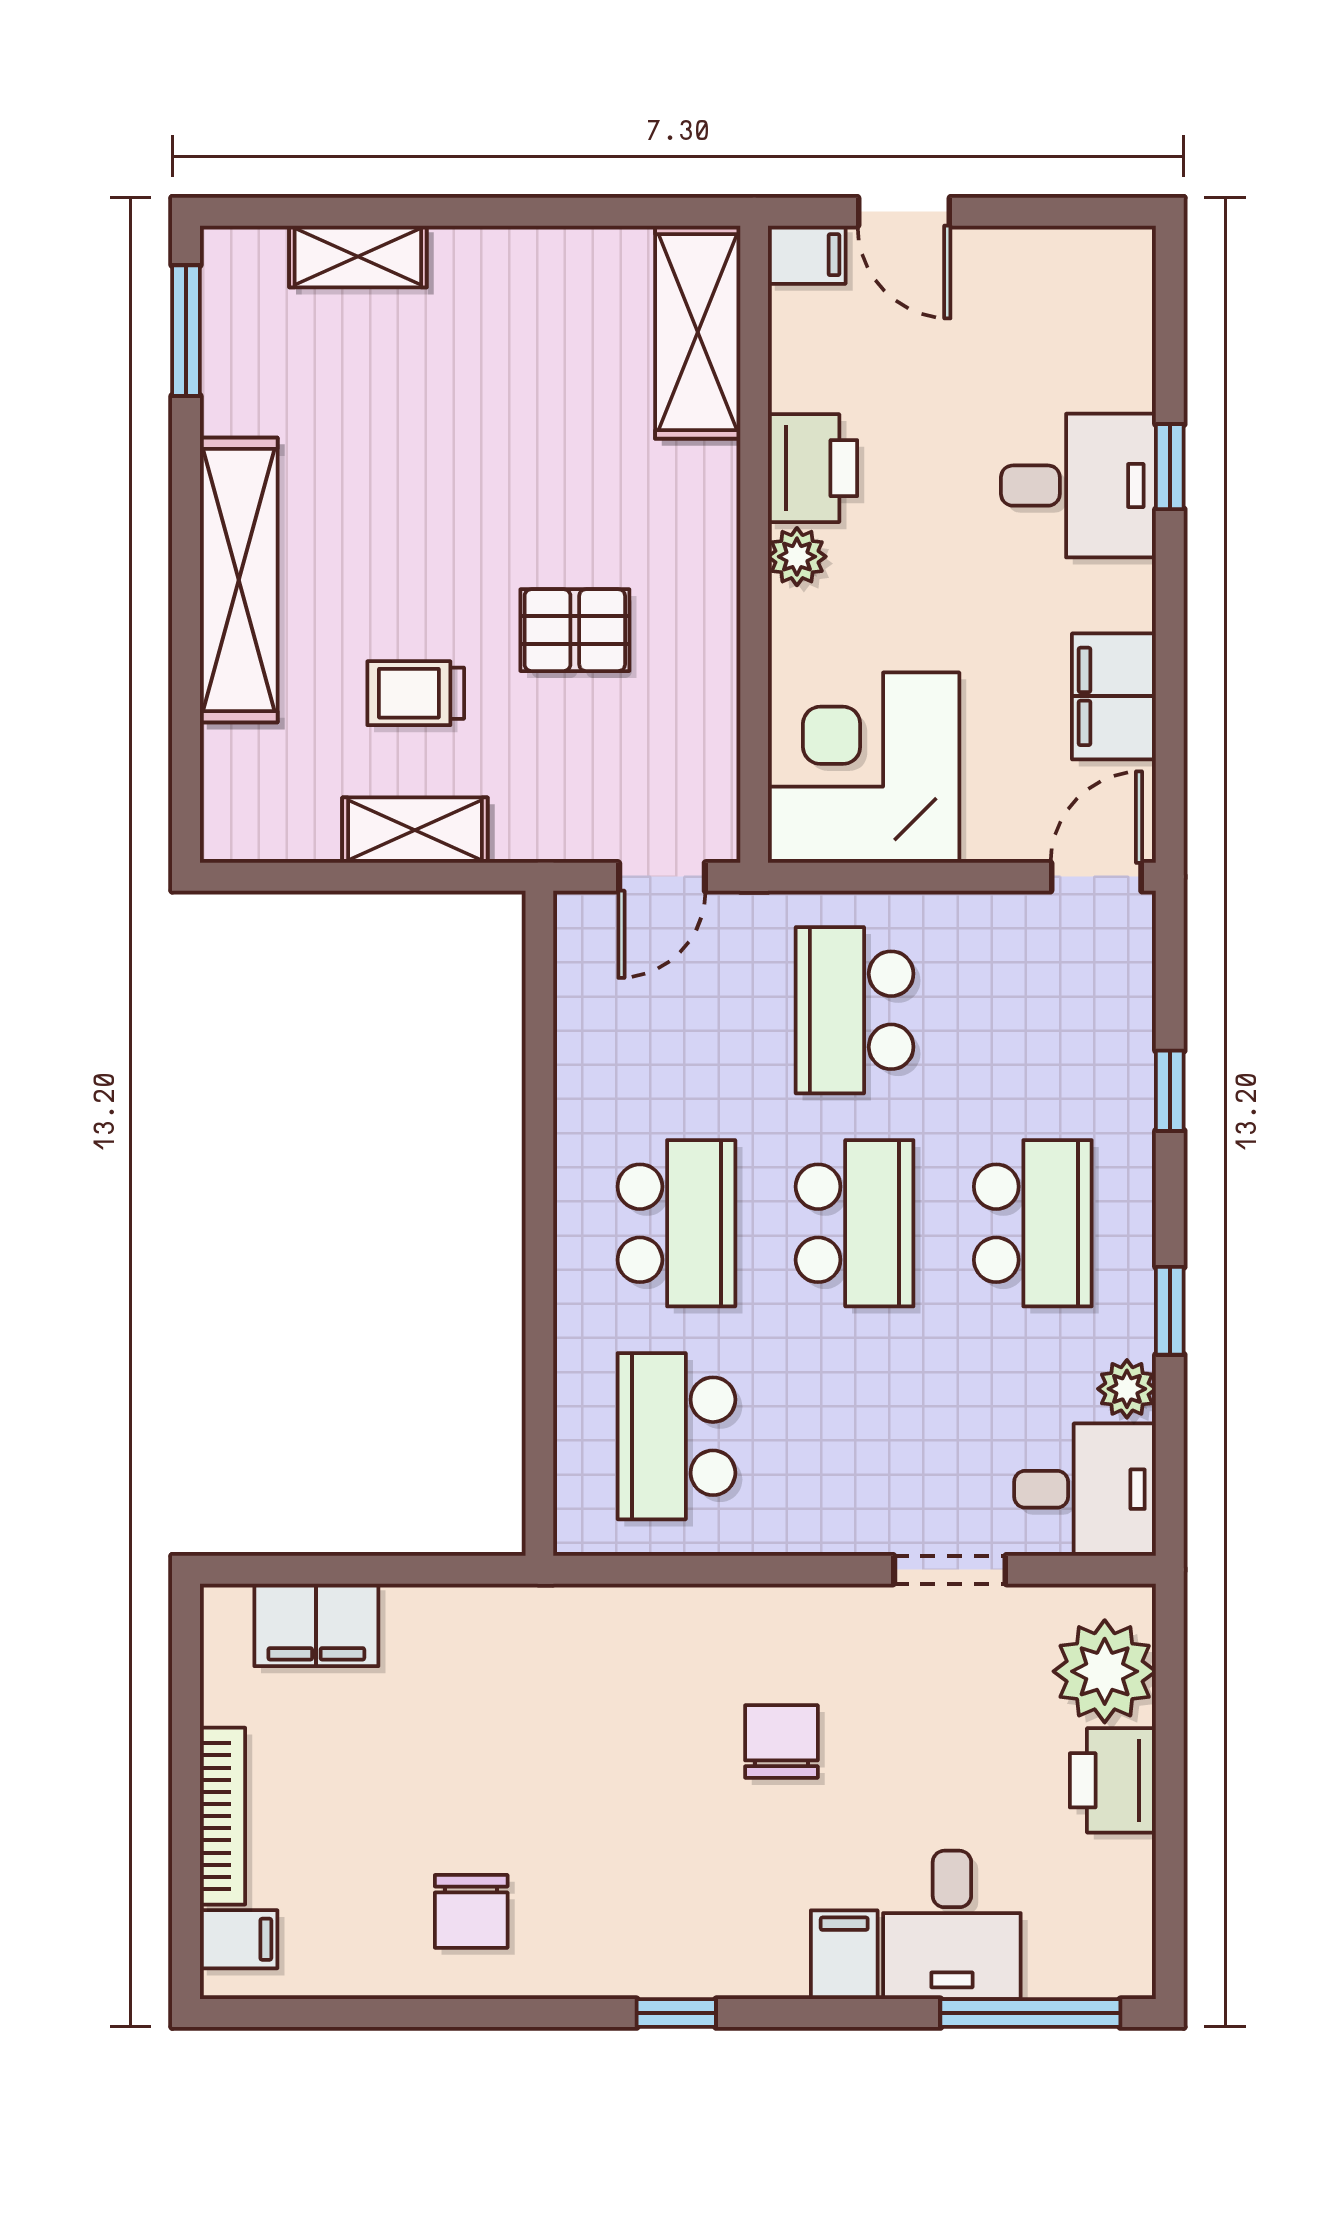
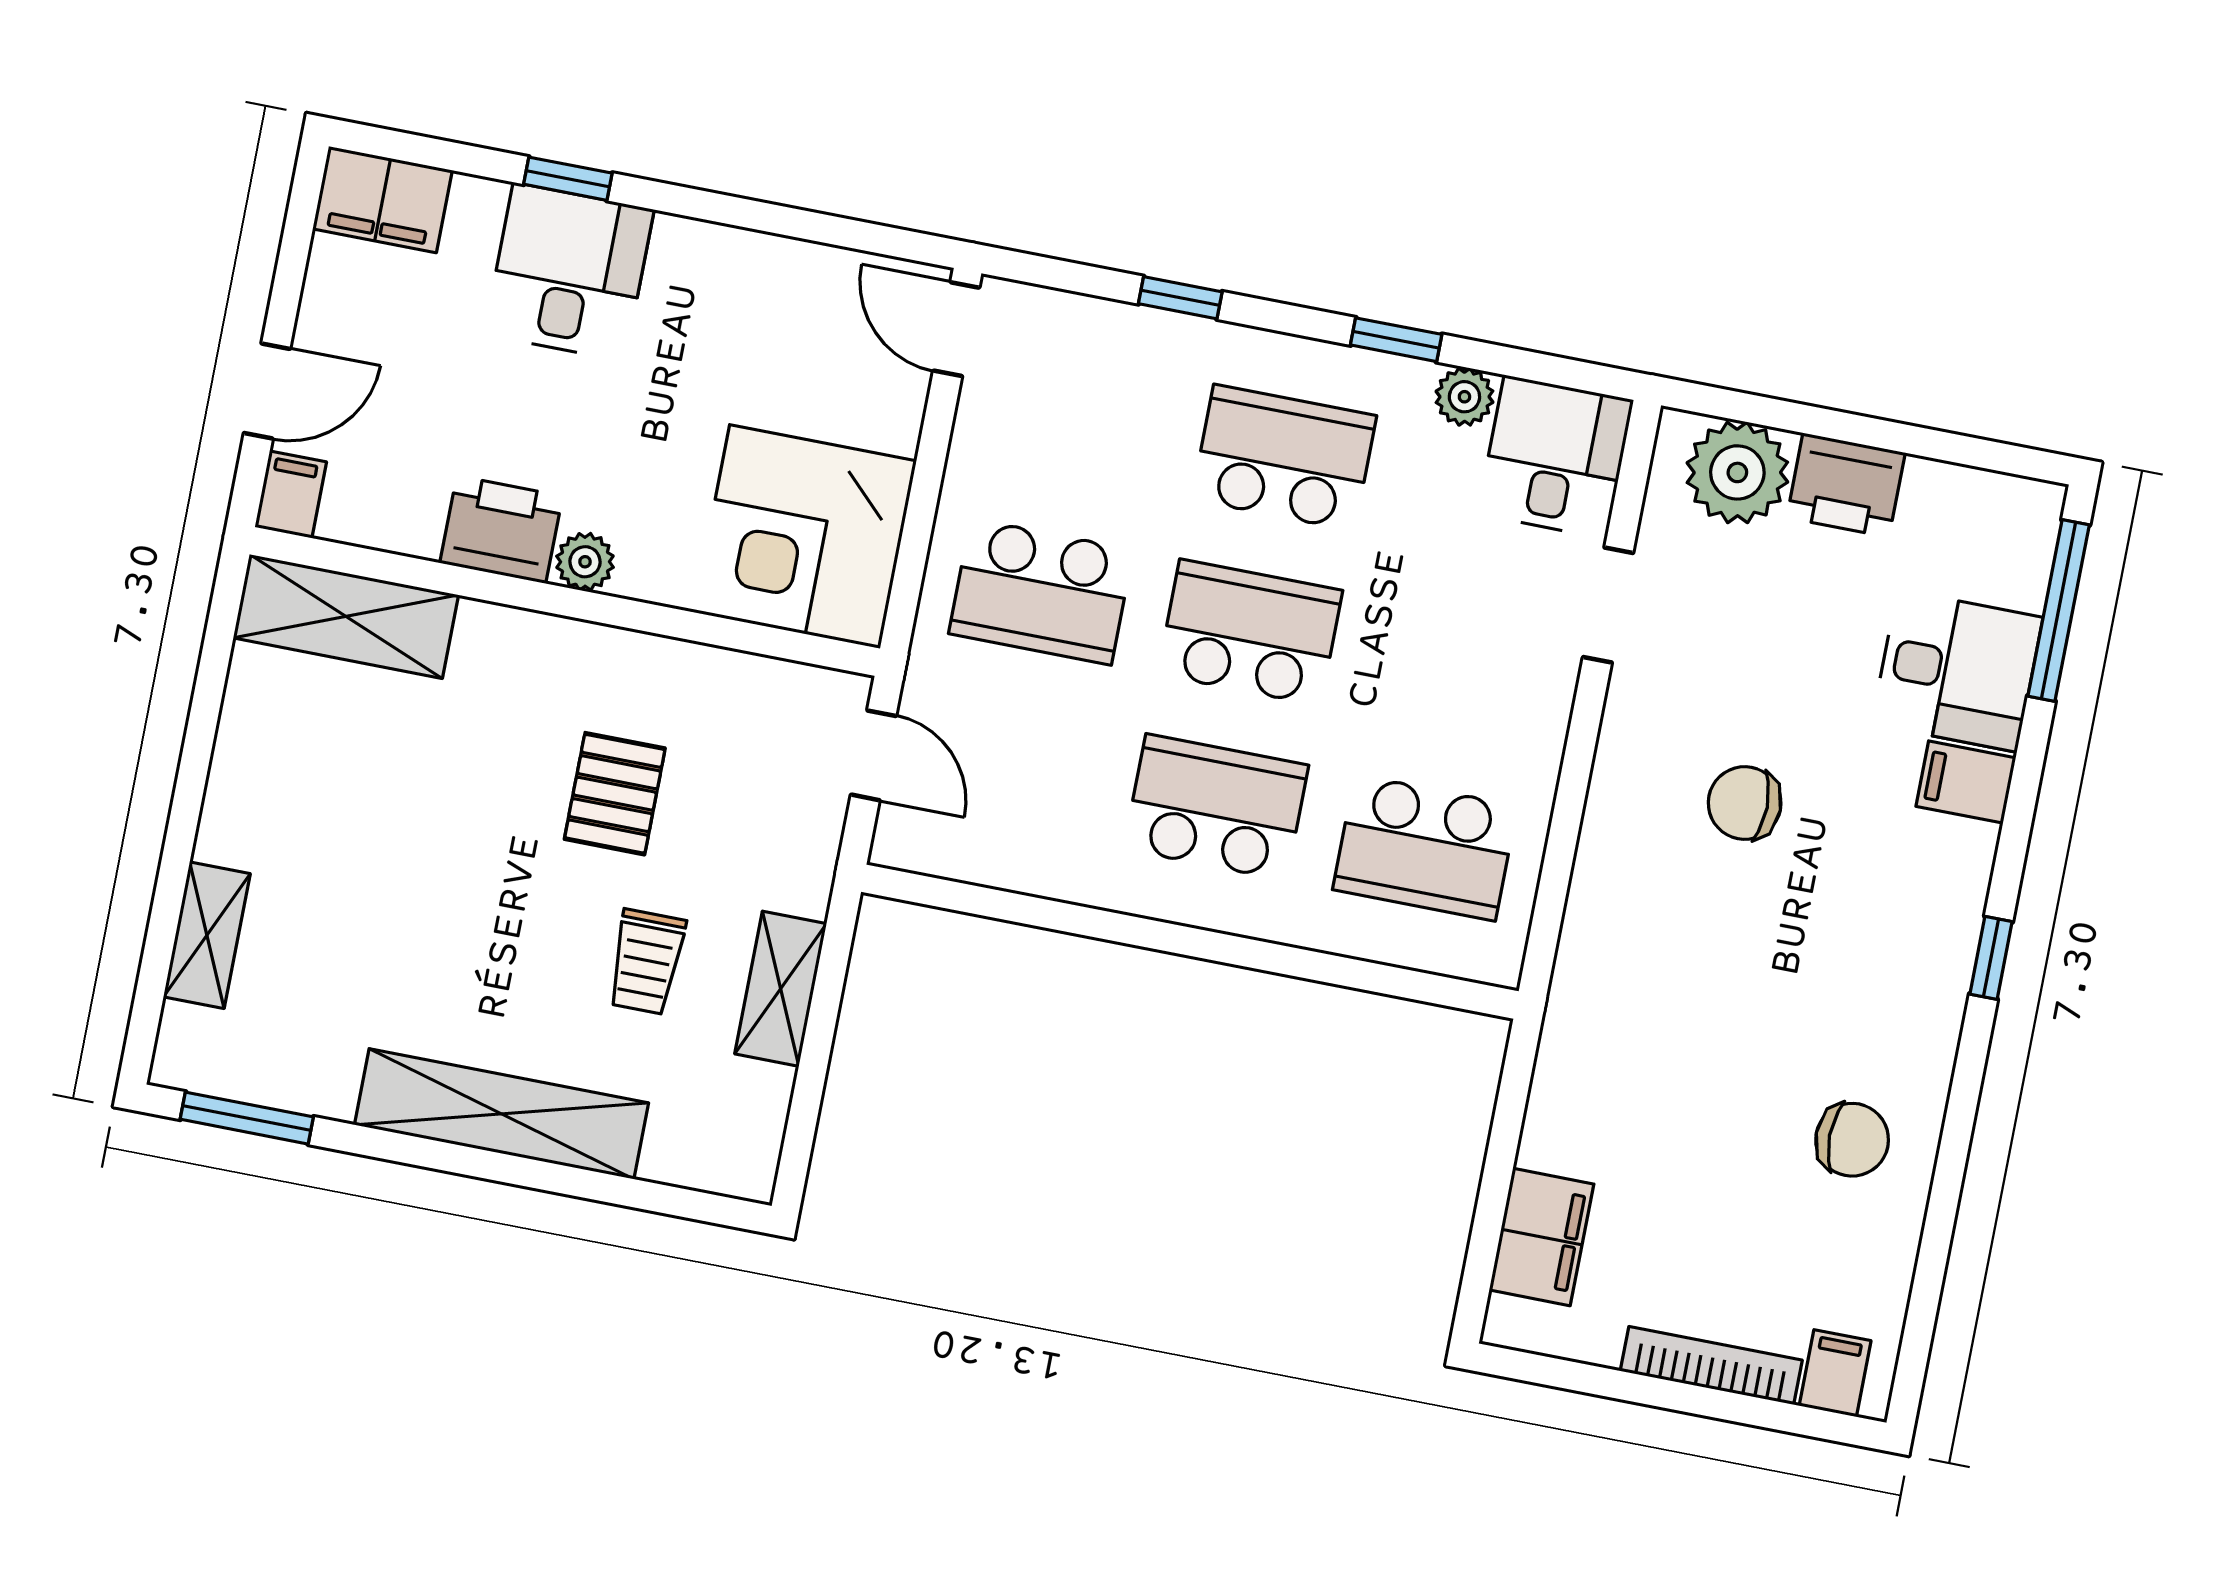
filing cabinet: (1114, 696) -> (383, 200), moved

